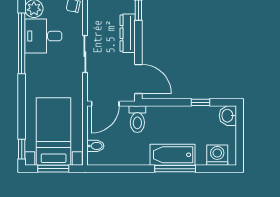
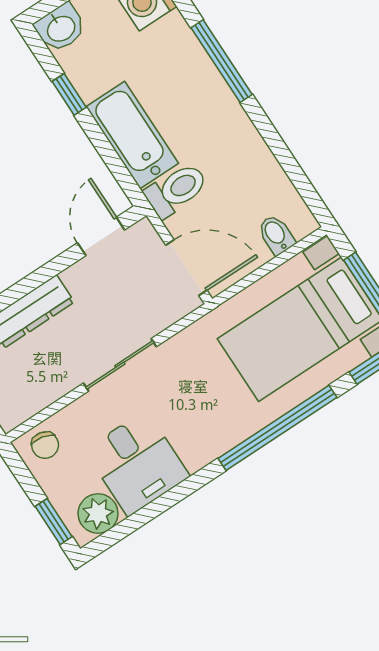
window: (22, 43) -> (278, 428), moved
door: (138, 79) -> (101, 236), width x0.73
bathtub: (173, 155) -> (132, 135), moved, turned 180

